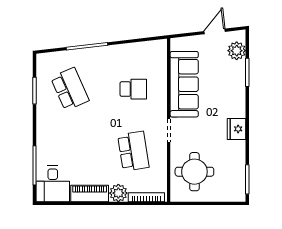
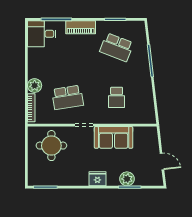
plant: (237, 51) -> (127, 179), moved
sofa: (184, 84) -> (114, 137), width x0.73
school desk: (70, 89) -> (117, 47), turned 45
fridge: (237, 129) -> (97, 179), moved
piano: (90, 194) -> (81, 27), moved, turned 90

